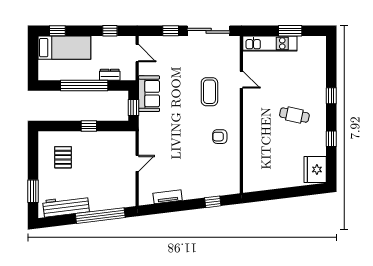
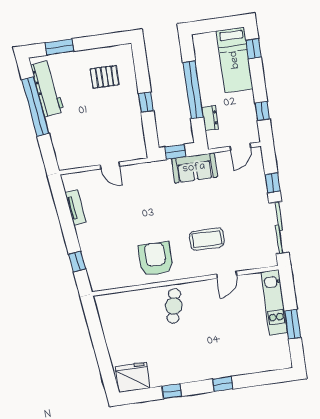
cafe table: (294, 115) -> (174, 306), moved
armchair: (220, 137) -> (156, 259), width x1.88, depth x1.88
window: (100, 216) -> (35, 107), moved

